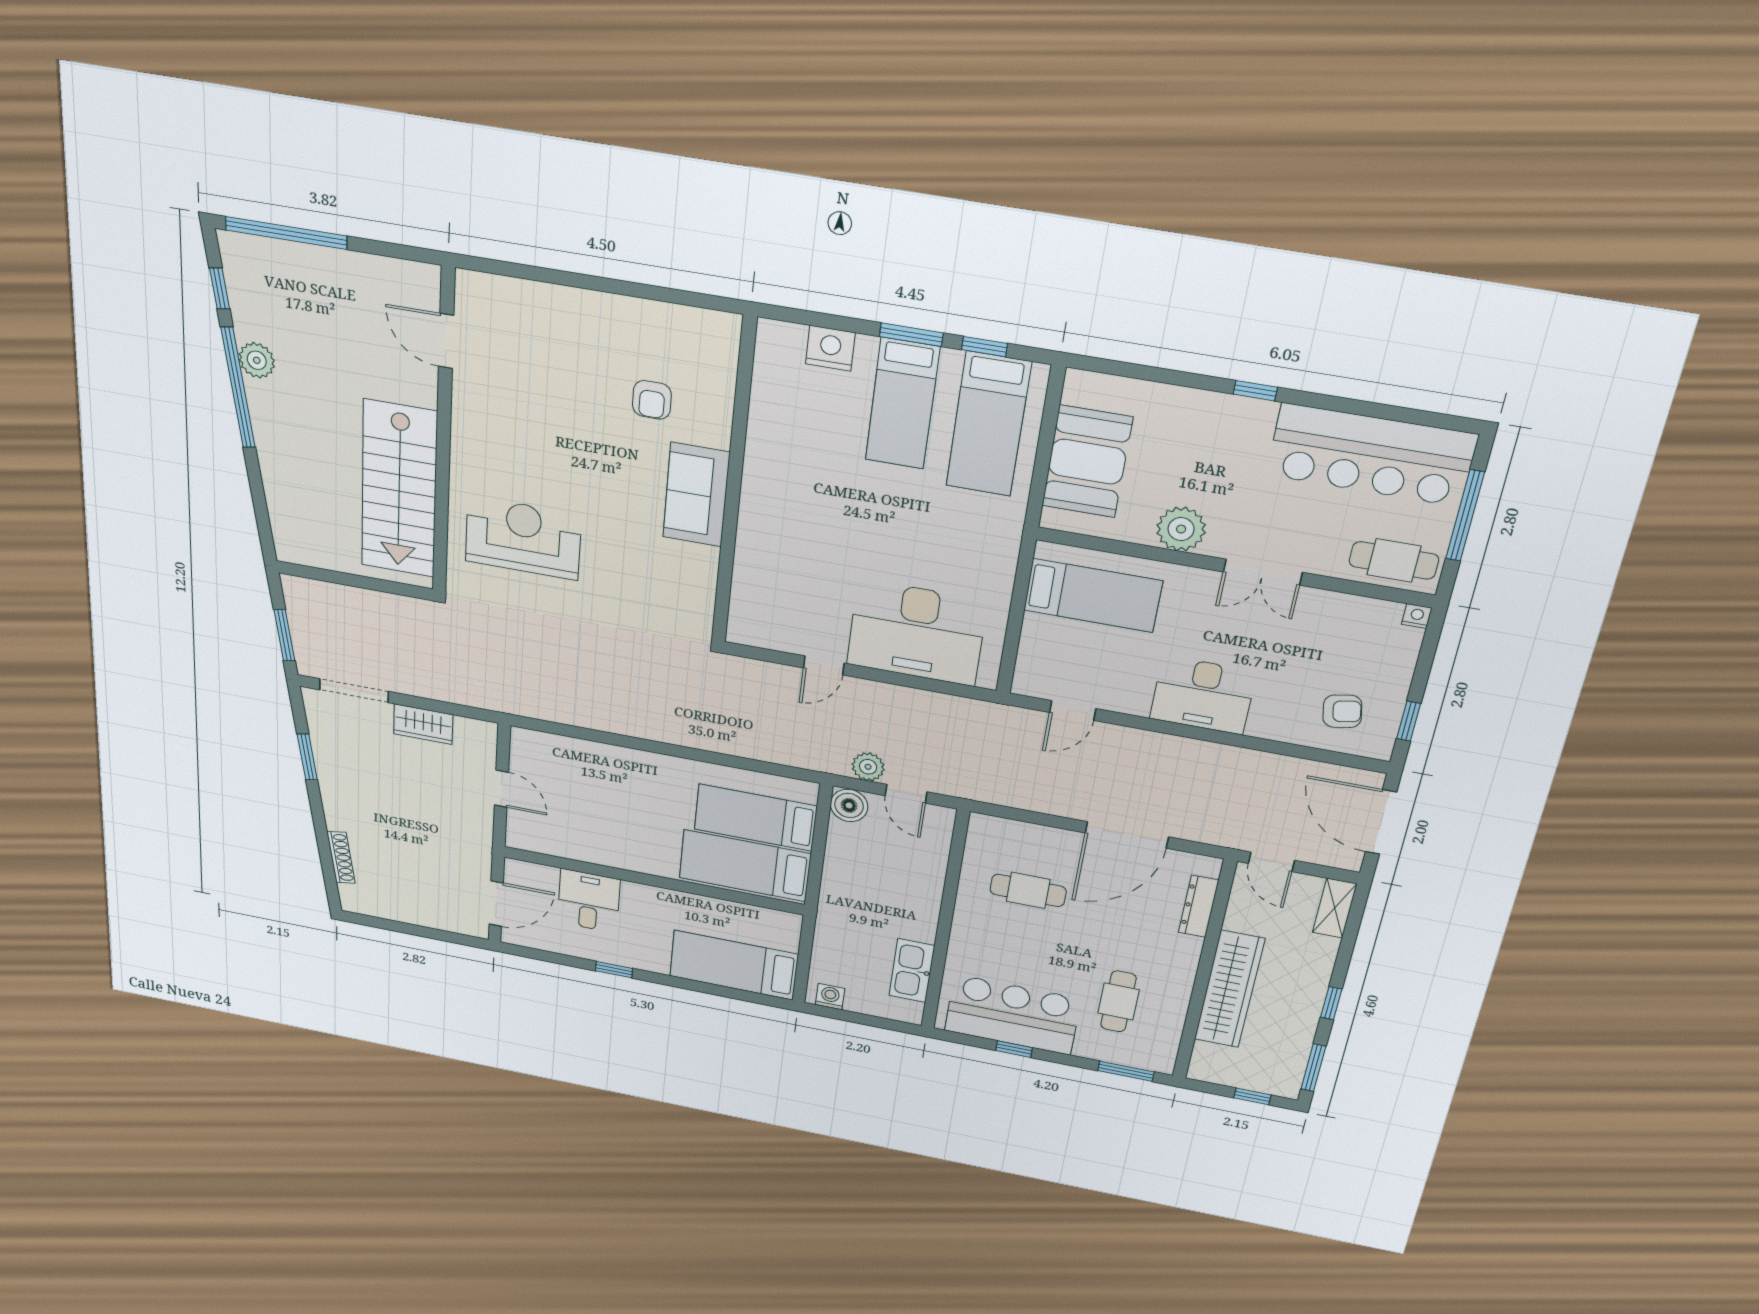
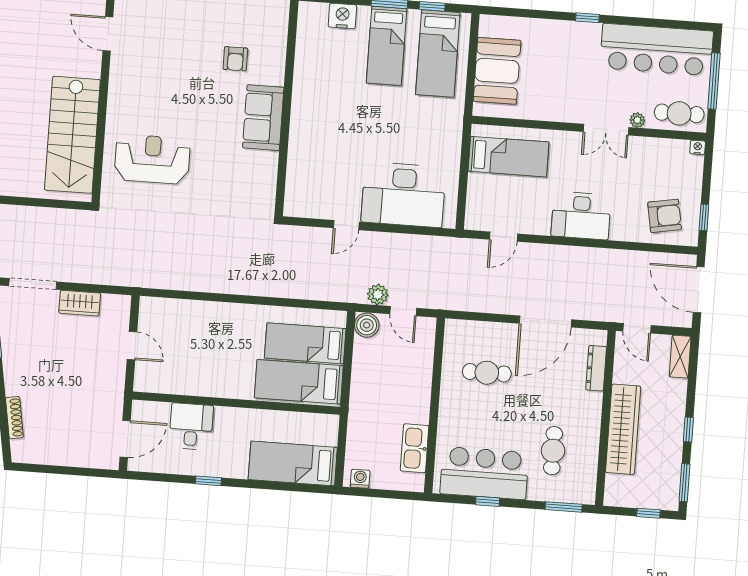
plant: (1181, 529) -> (637, 120), moved, width x0.53, depth x0.53
armchair: (1342, 711) -> (665, 216), width x1.38, depth x1.38

